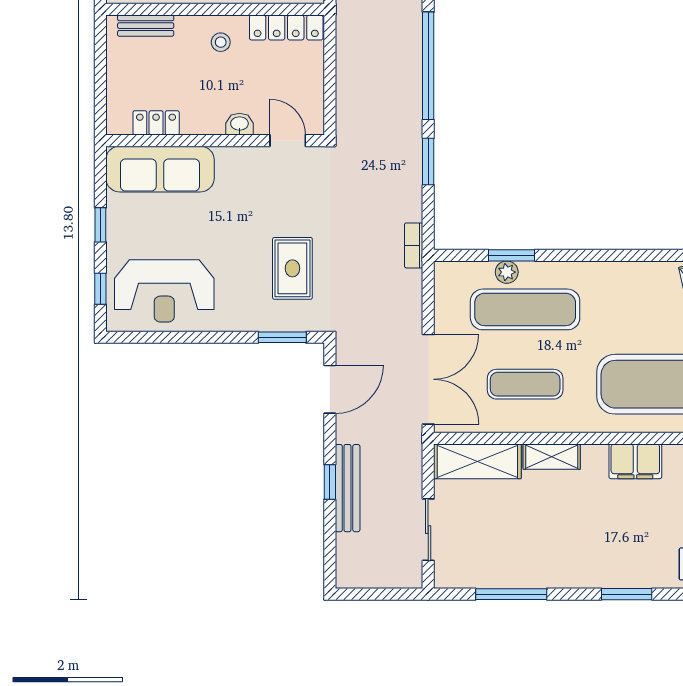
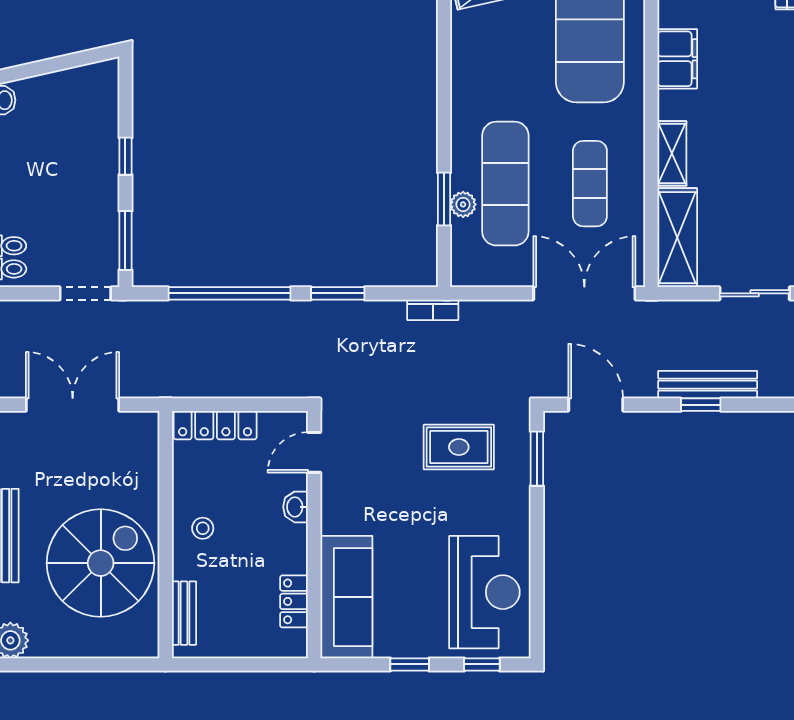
locker: (286, 28) -> (215, 425), moved, turned 90

